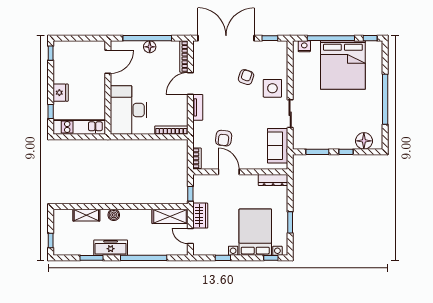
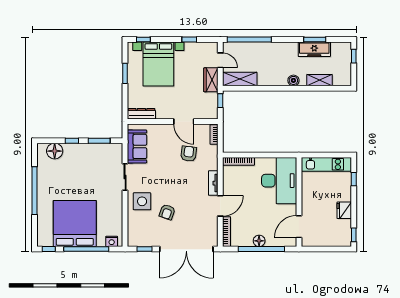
fridge: (61, 93) -> (344, 210), moved
freezer: (111, 248) -> (314, 49), moved
window: (144, 258) -> (249, 39), moved

